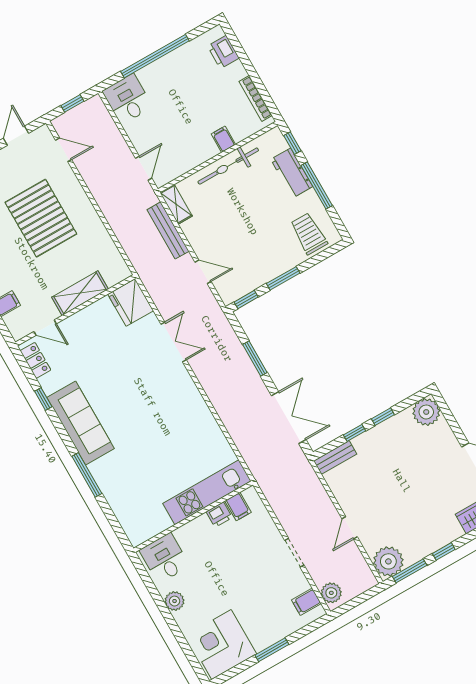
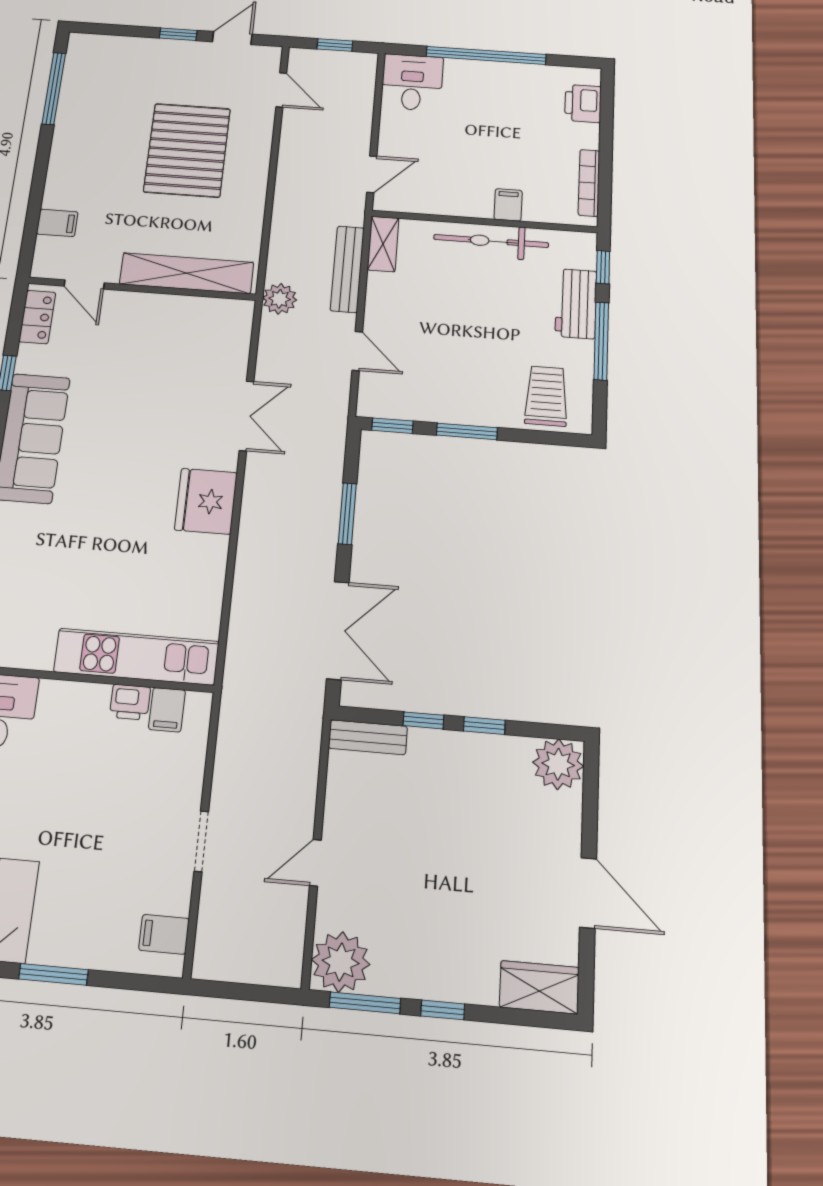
shelving: (80, 293) -> (187, 273), width x1.47
fridge: (131, 302) -> (206, 501), moved
plant: (331, 593) -> (280, 299), moved

